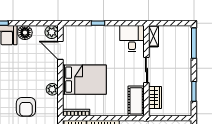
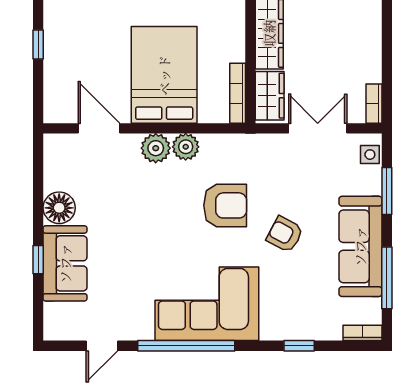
plant: (52, 32) -> (156, 148), moved
door: (60, 50) -> (99, 128), swing flipped

